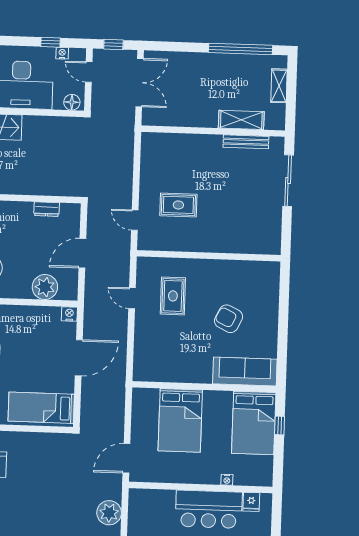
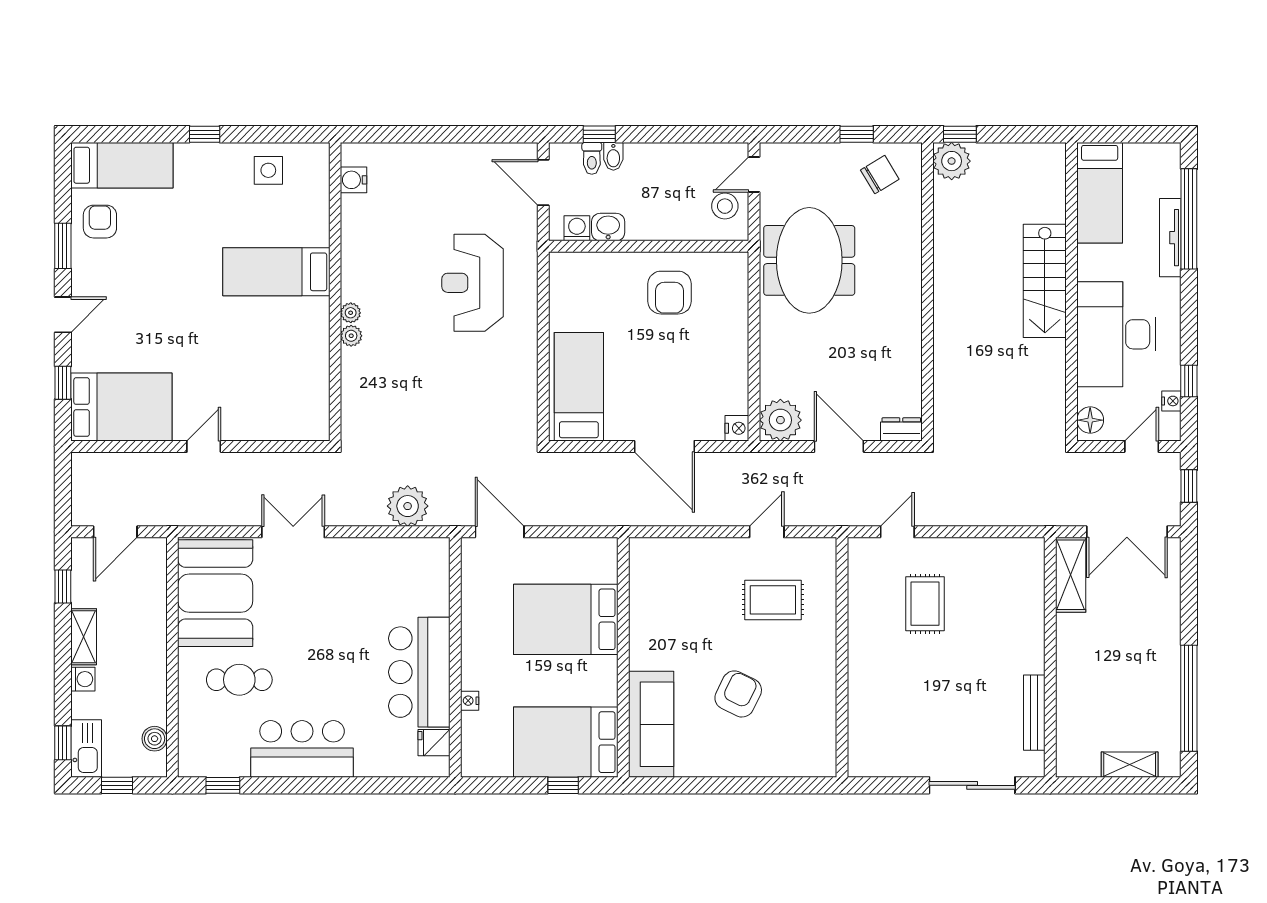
shelving: (241, 120) -> (1071, 575), moved
dresser: (47, 209) -> (901, 429), moved, turned 90
plant: (45, 287) -> (780, 420), moved

